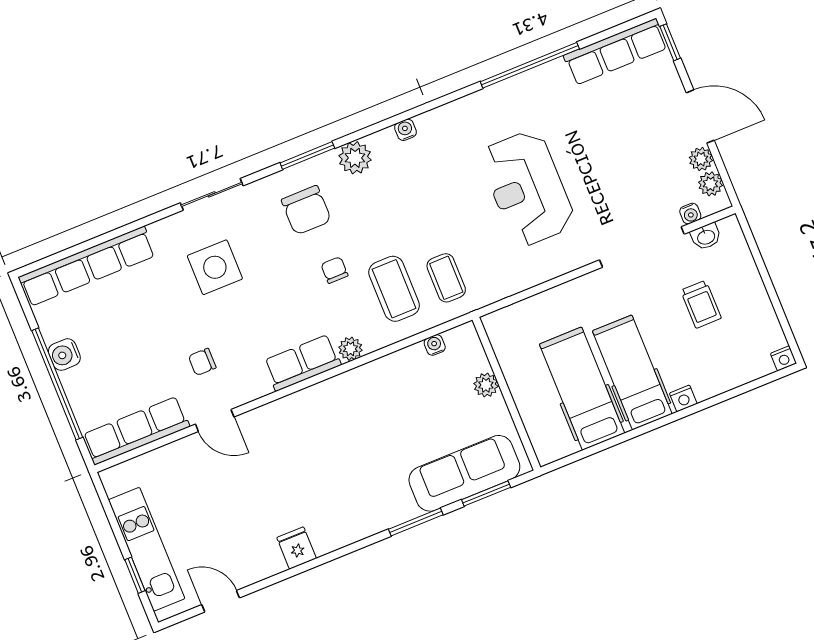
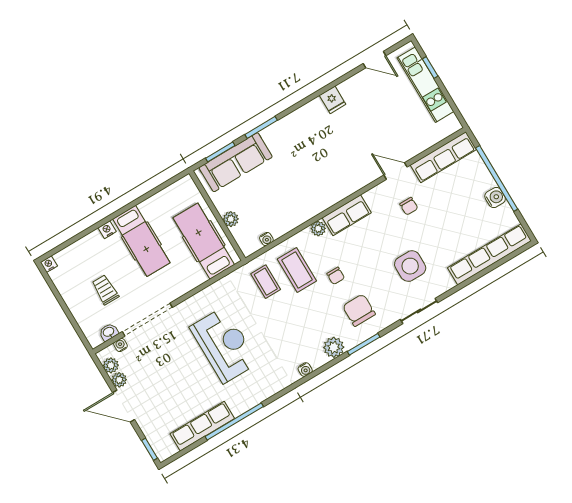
row of seats: (616, 52) -> (202, 426), moved
chair: (202, 362) -> (409, 206), turned 90
hospital bed: (582, 389) -> (204, 241), moved, turned 180

